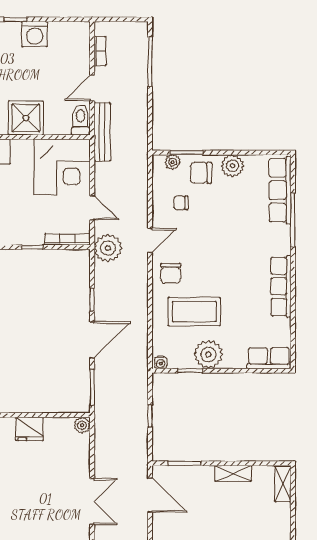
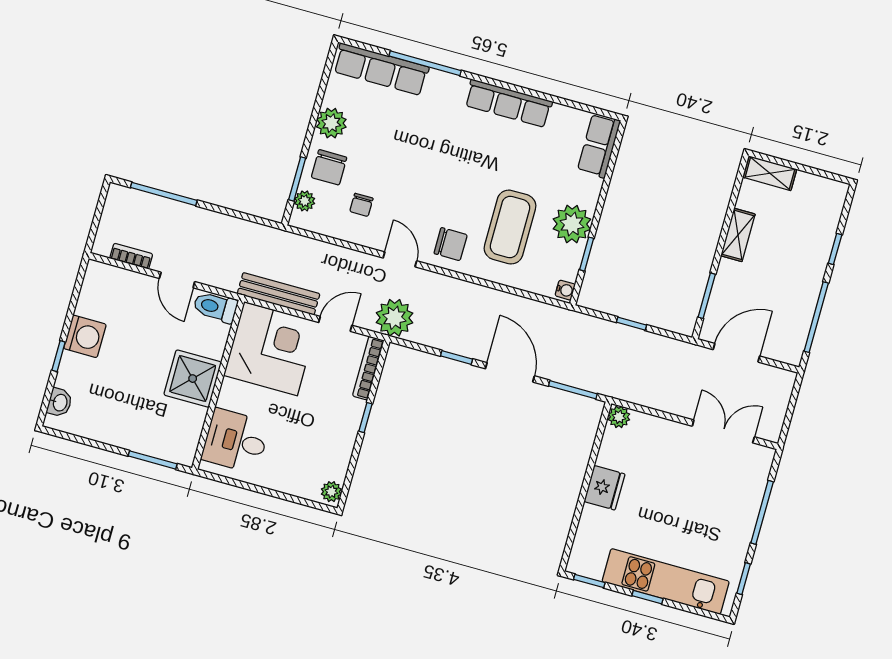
bench: (102, 132) -> (279, 294), moved

